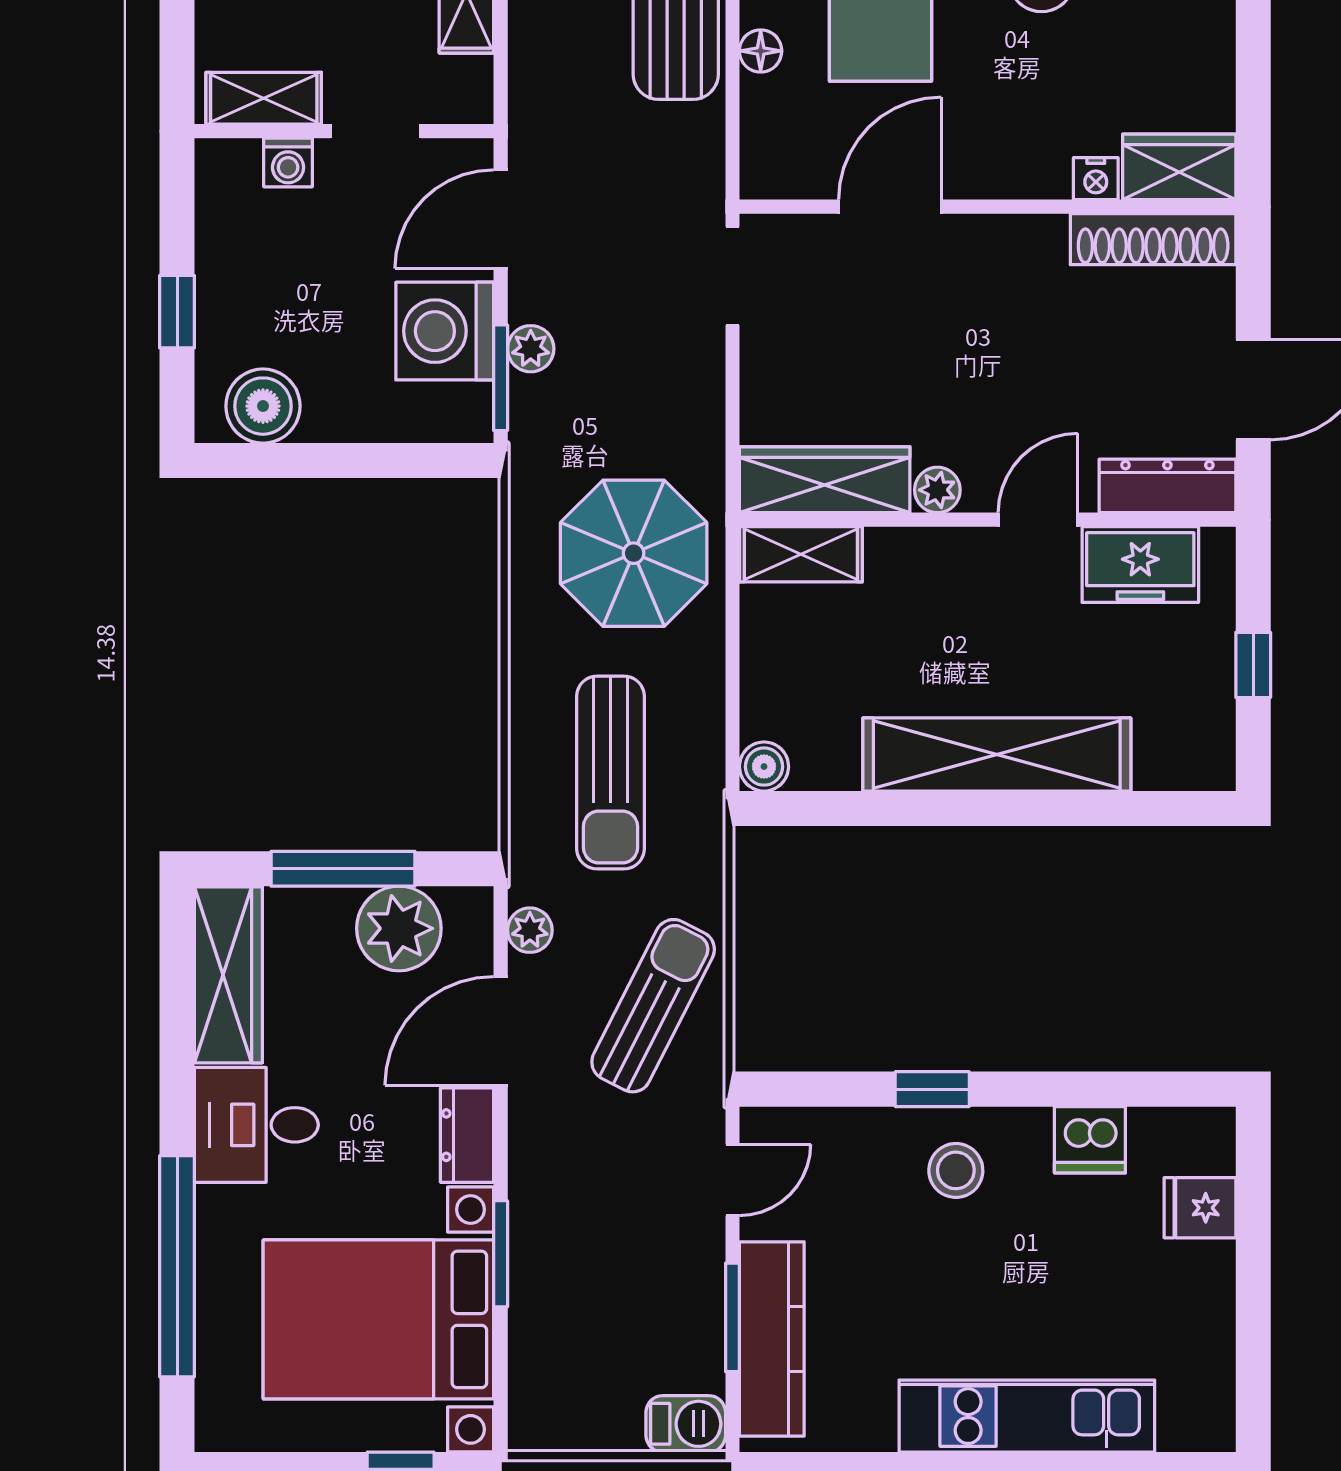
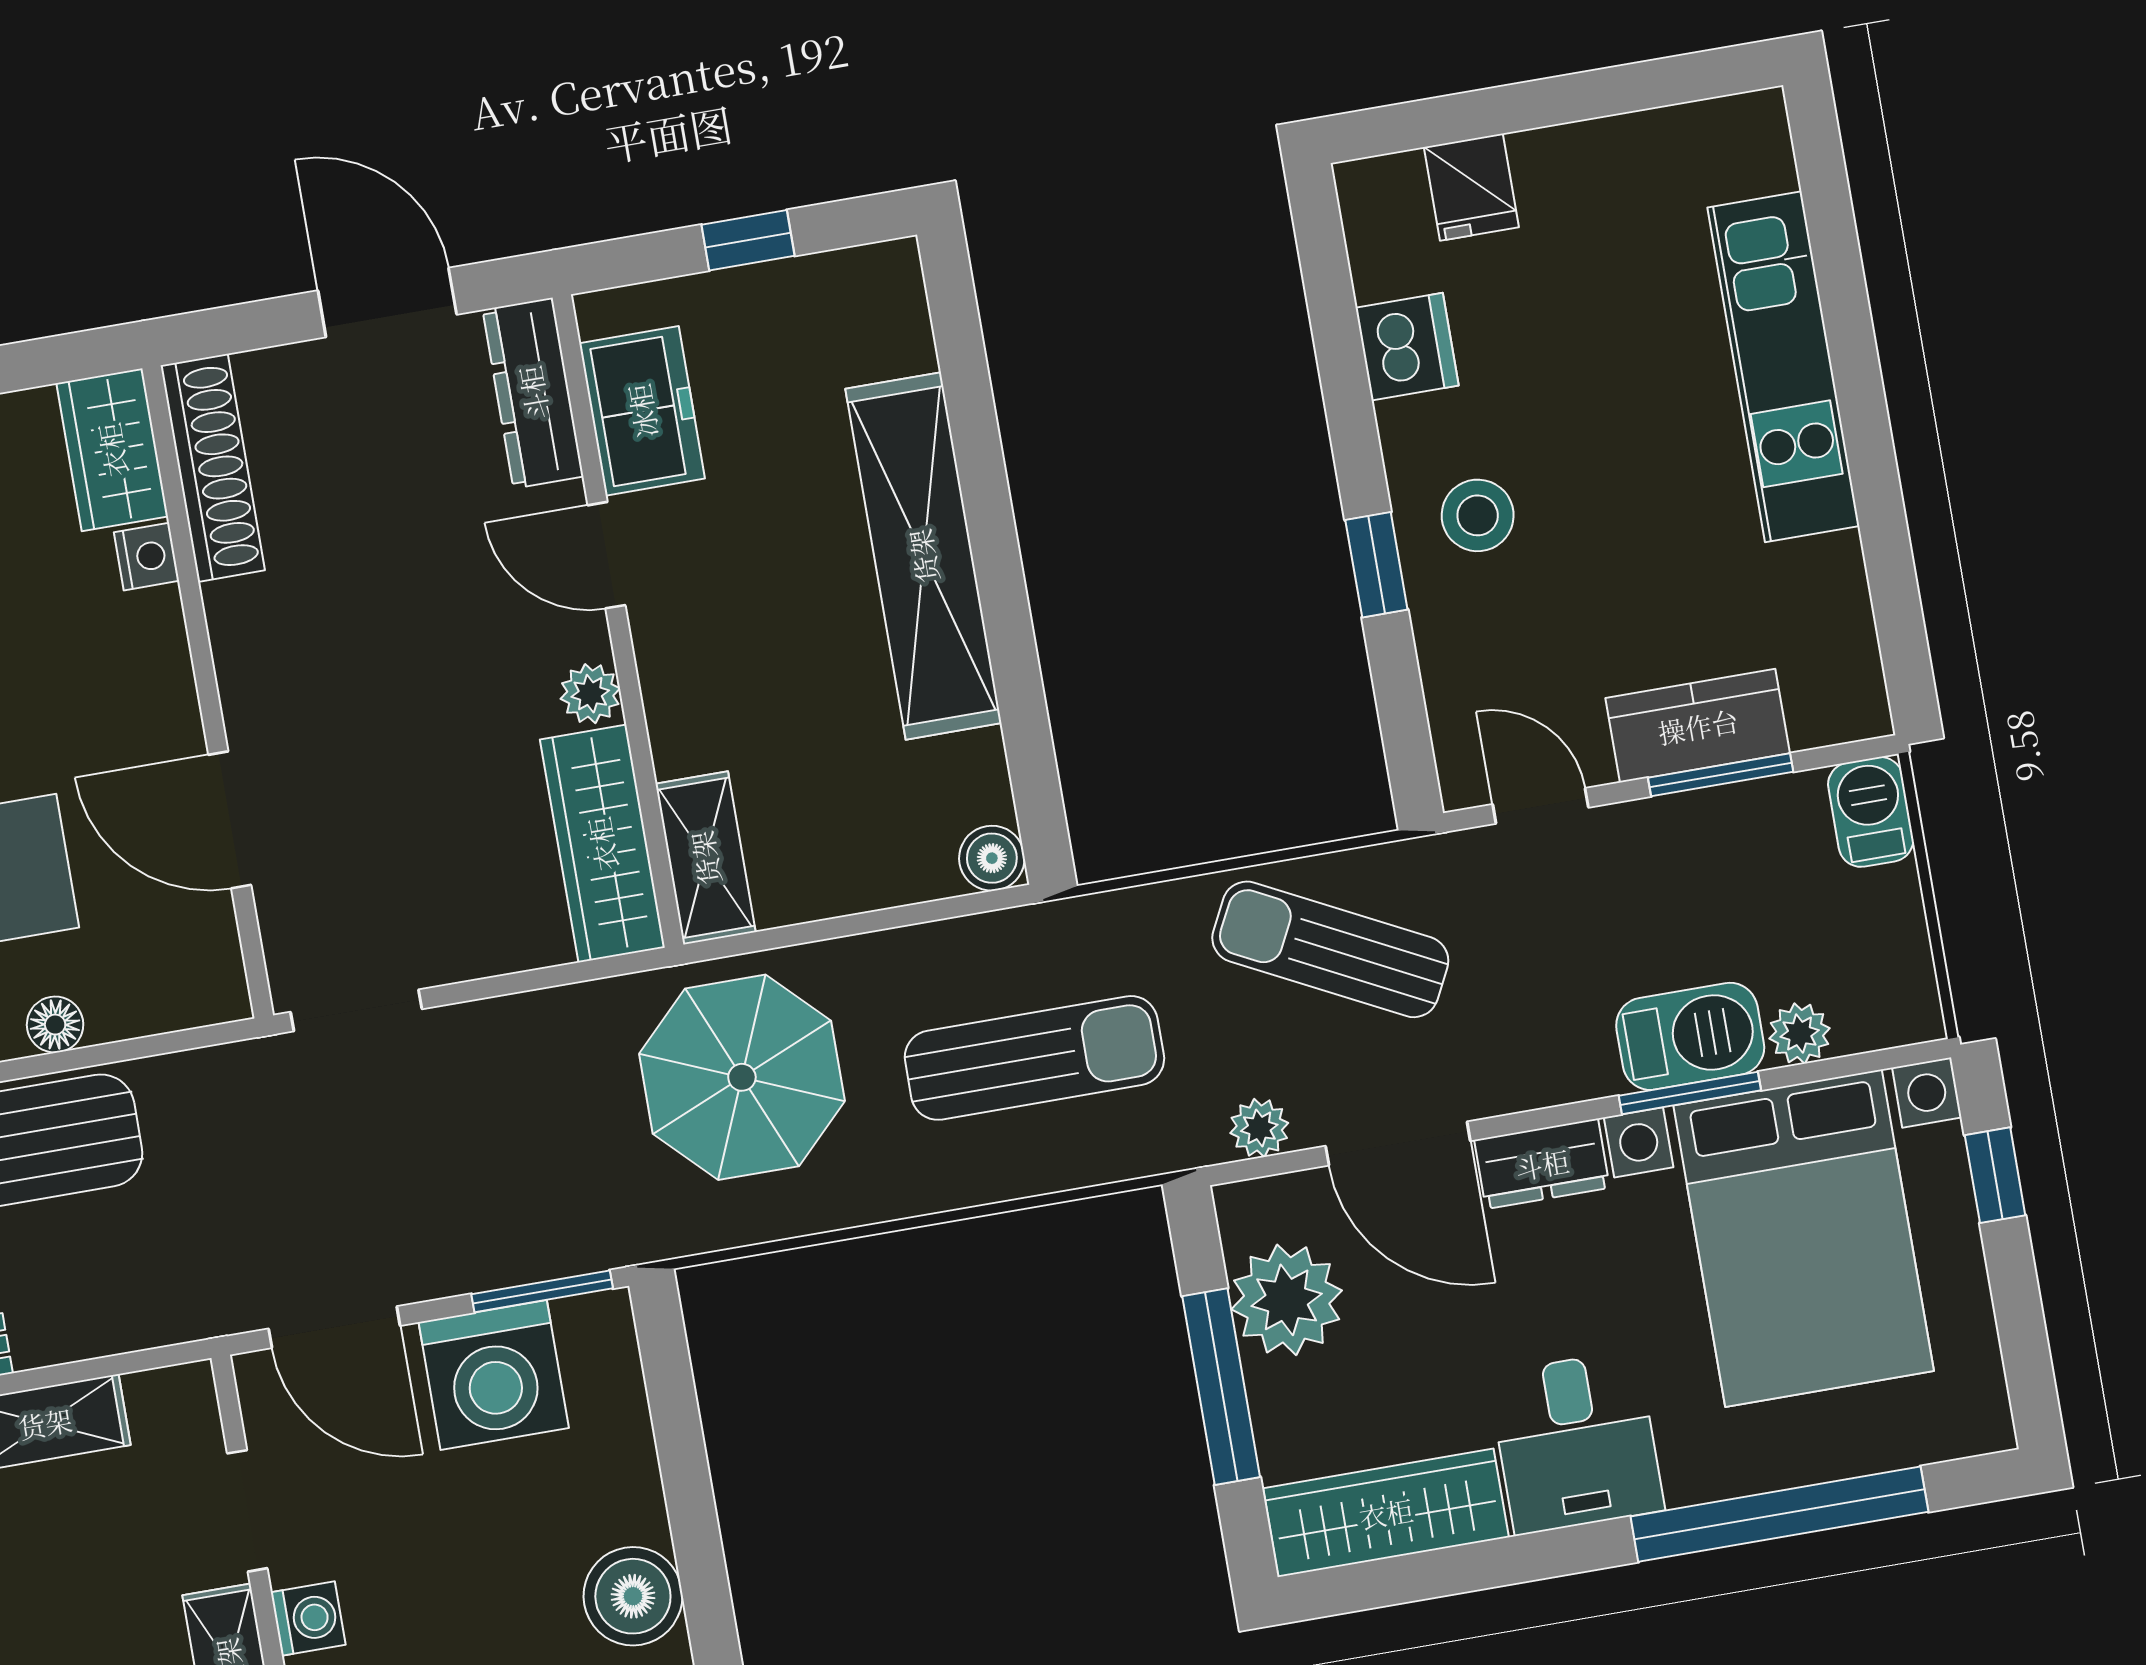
plant: (531, 349) -> (1800, 1033), moved
barbecue: (543, 1261) -> (1690, 1036), added
kitchen counter: (772, 1339) -> (1698, 726), width x0.67

